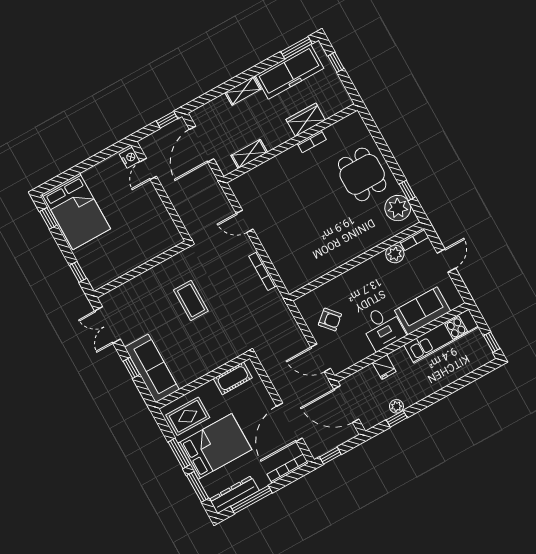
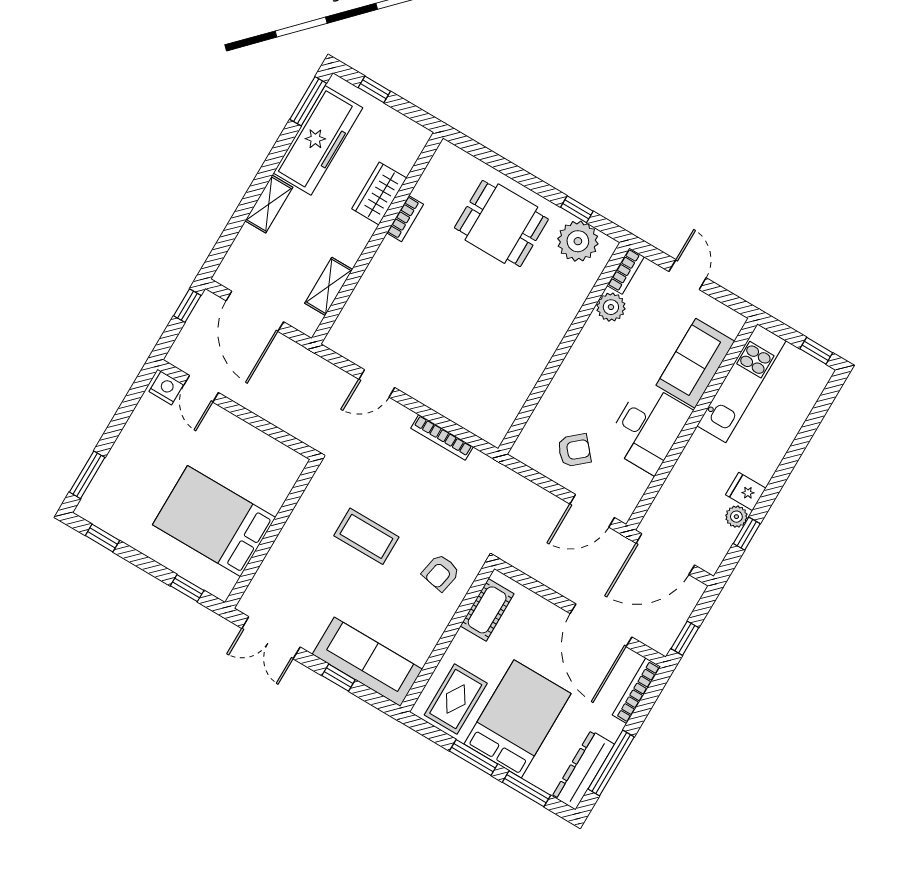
window: (60, 179) -> (87, 475), added
bed: (76, 212) -> (214, 521), moved, turned 180
desk: (383, 328) -> (648, 428), width x1.37
armchair: (220, 343) -> (441, 573), added
fridge: (384, 367) -> (746, 491), moved, turned 180

